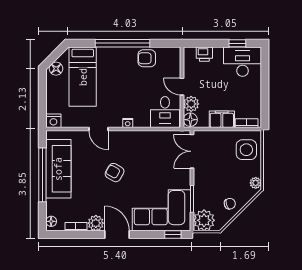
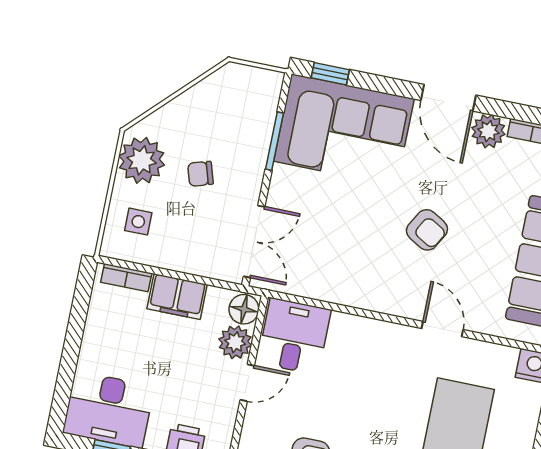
door: (182, 87) -> (247, 383), hinge flipped
nightstand: (128, 123) -> (378, 329), removed
side table: (246, 150) -> (138, 222), width x0.54, depth x0.54
plant: (256, 183) -> (142, 160), width x1.88, depth x1.88
chair: (230, 204) -> (200, 174), moved
plant: (204, 220) -> (258, 90), removed

